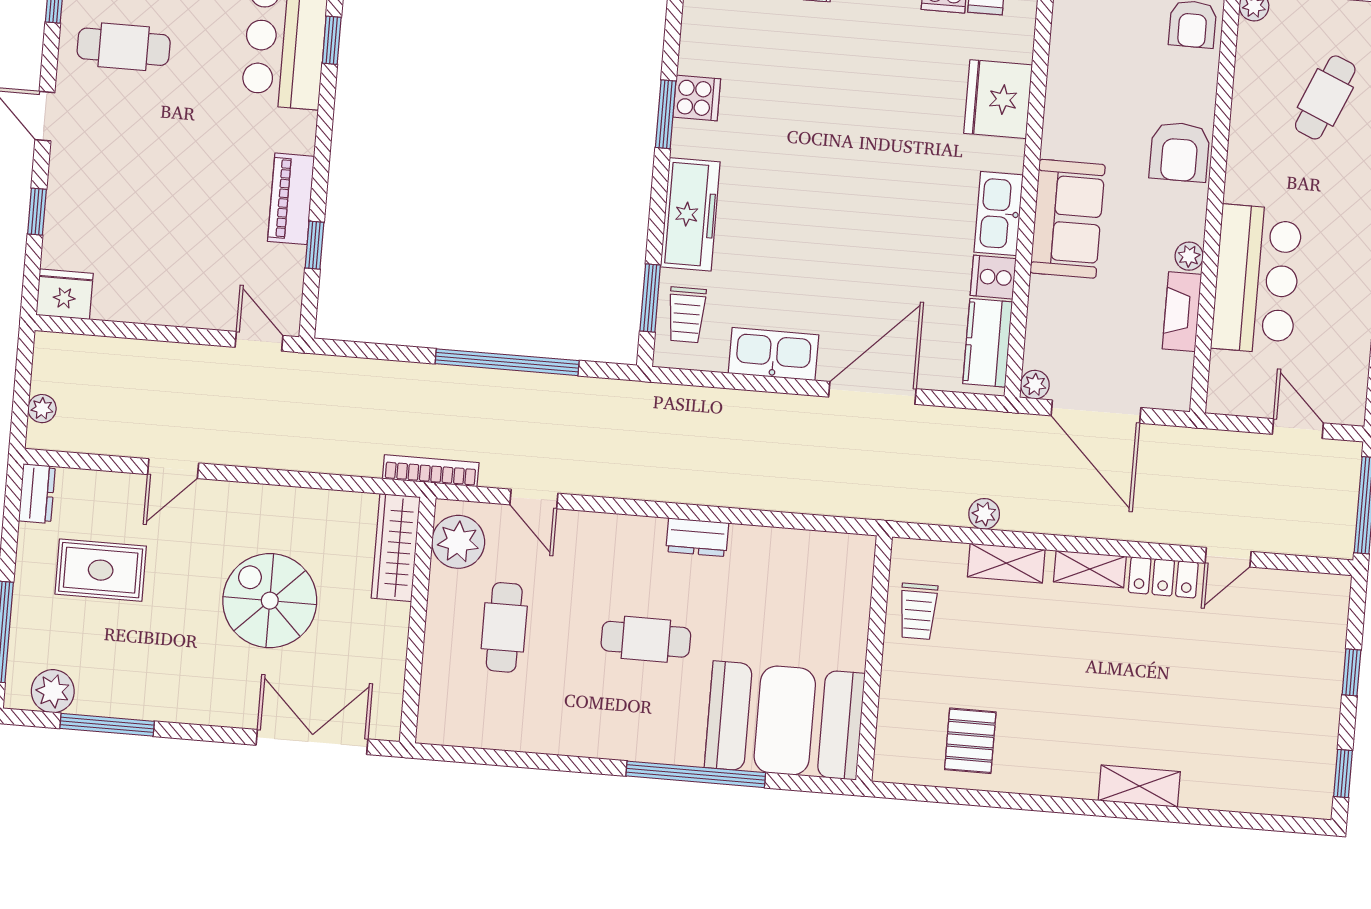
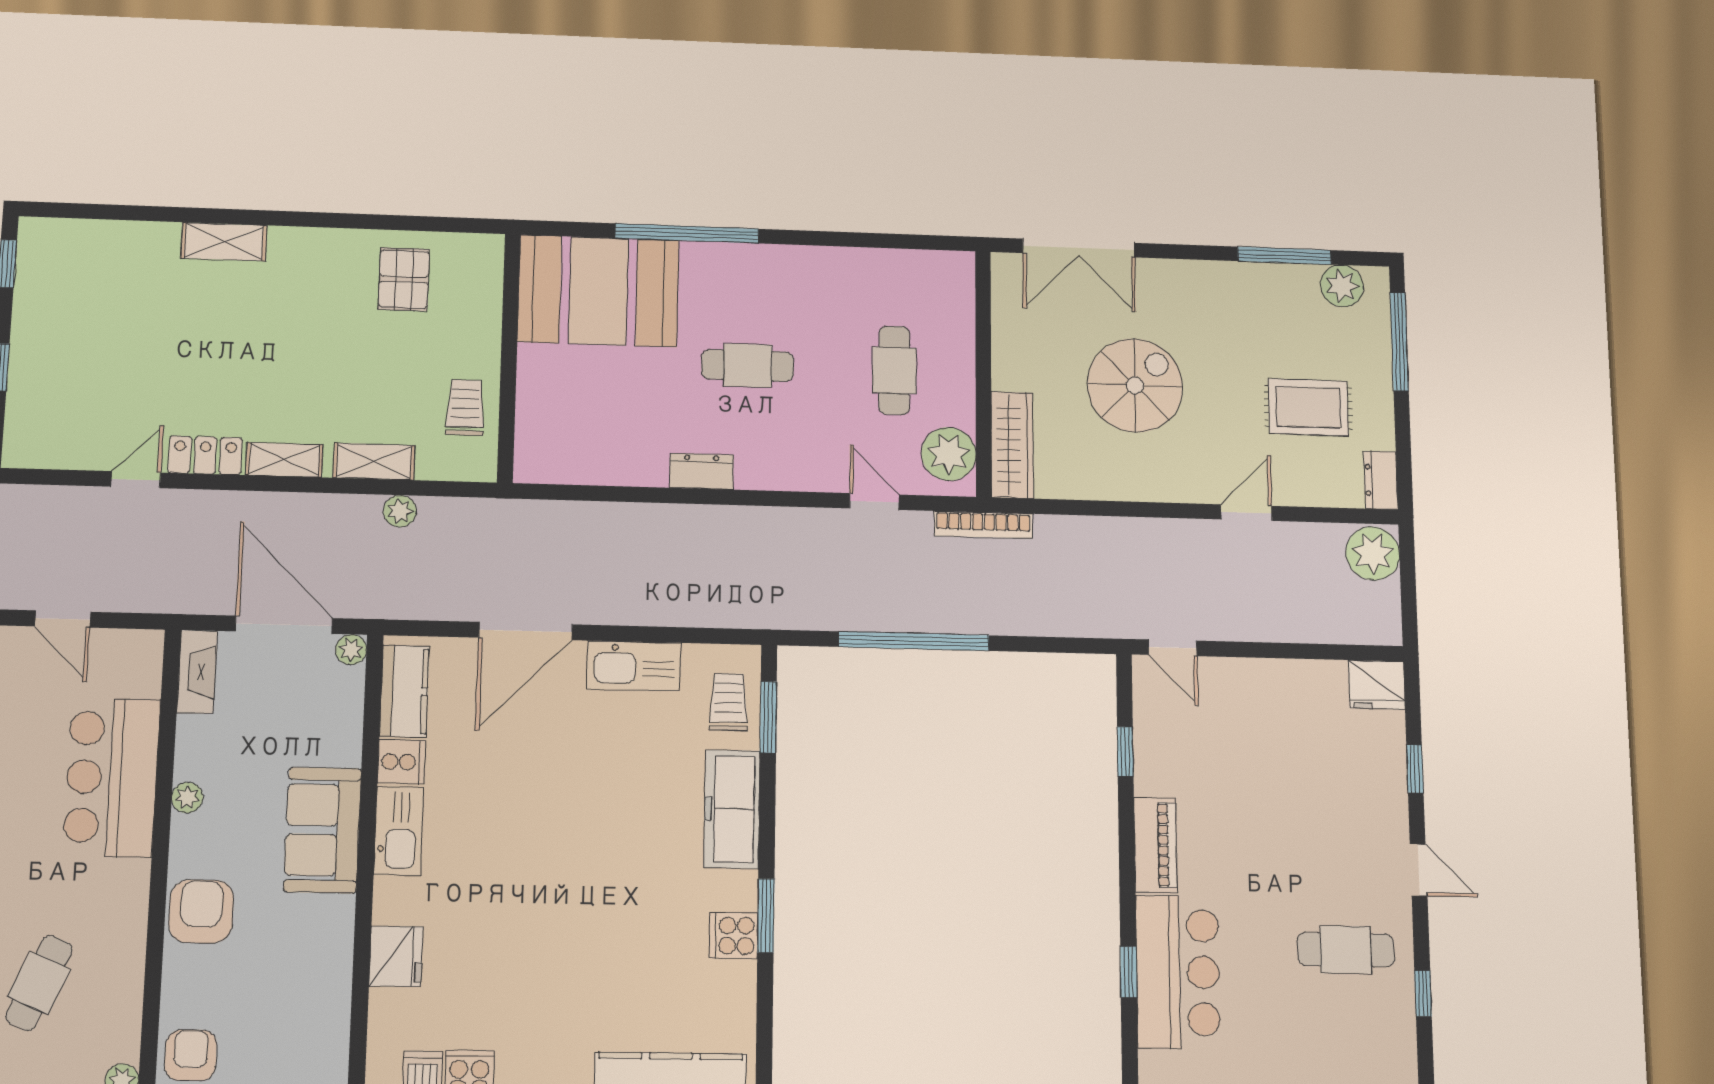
fridge: (998, 99) -> (396, 956), width x0.73, depth x0.75
piano: (291, 199) -> (1155, 845), moved
fireplace: (1182, 312) -> (197, 672), moved
plant: (42, 409) -> (1373, 553), width x1.88, depth x1.88
spiral stairs: (270, 601) -> (1135, 385), turned -90

